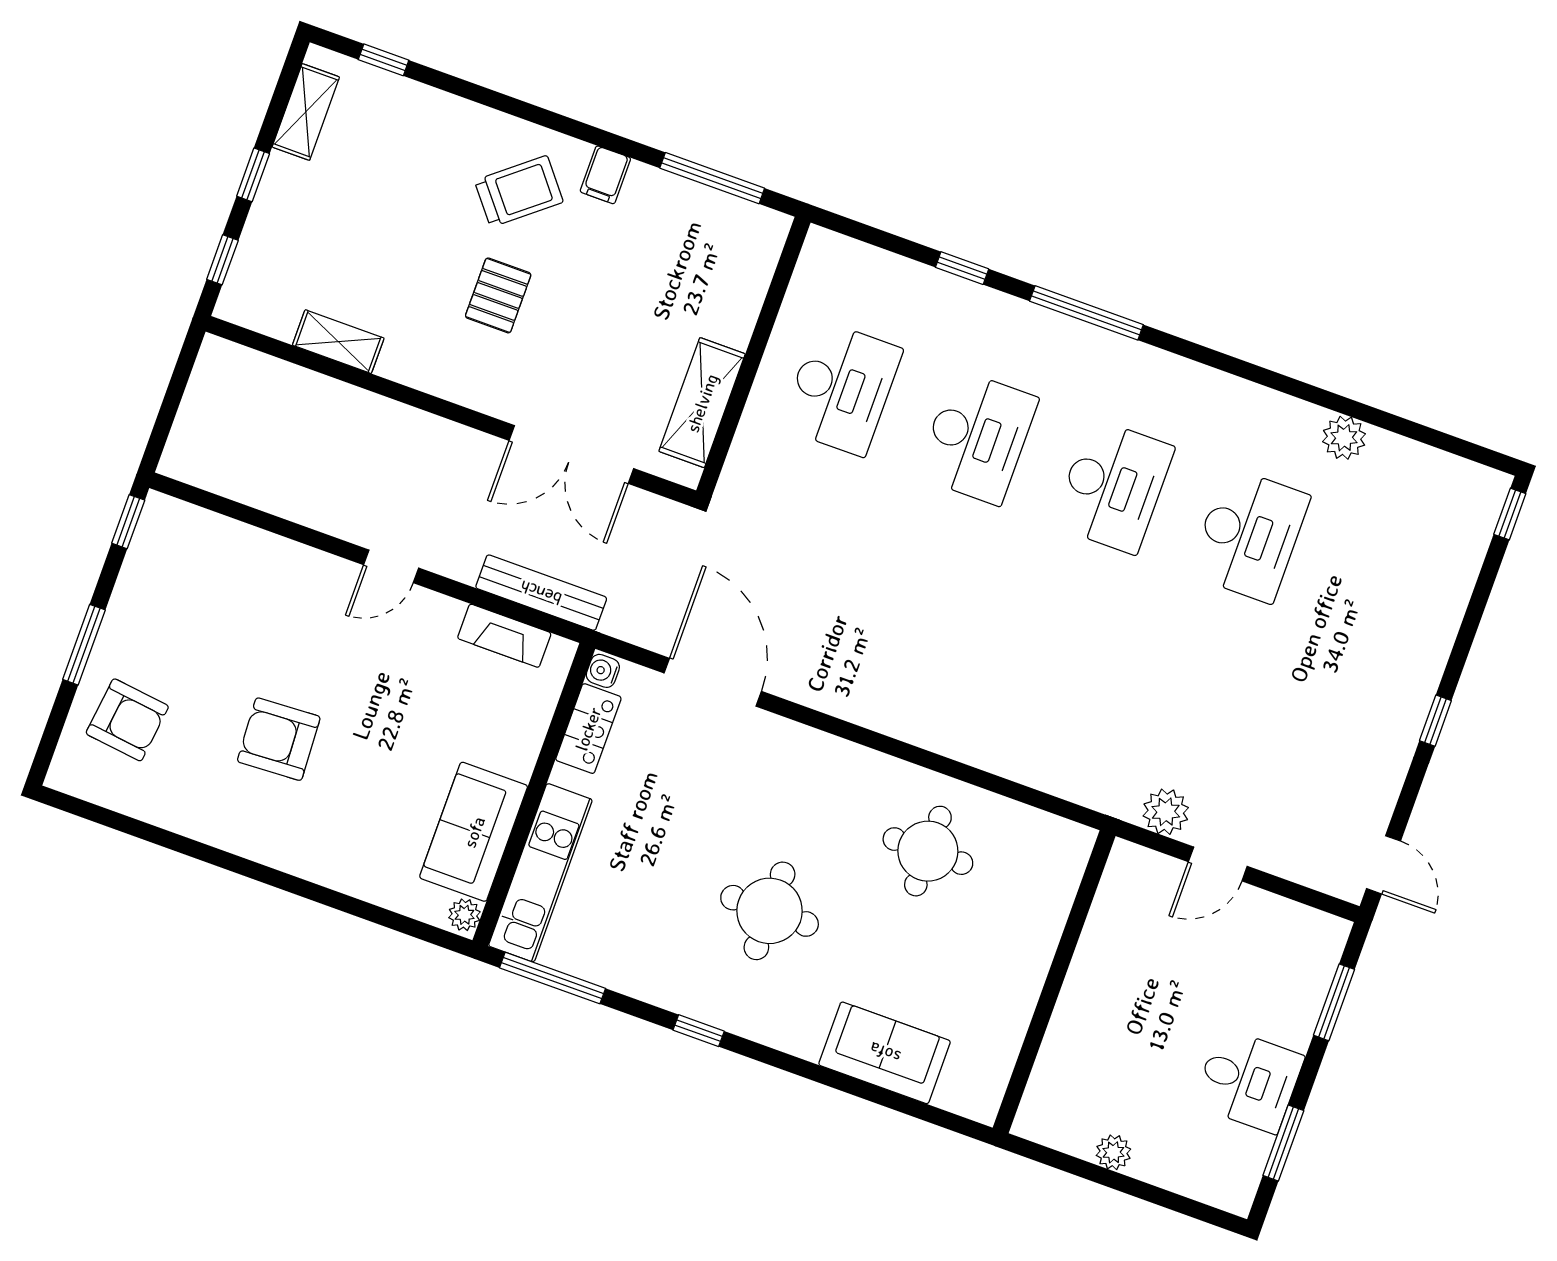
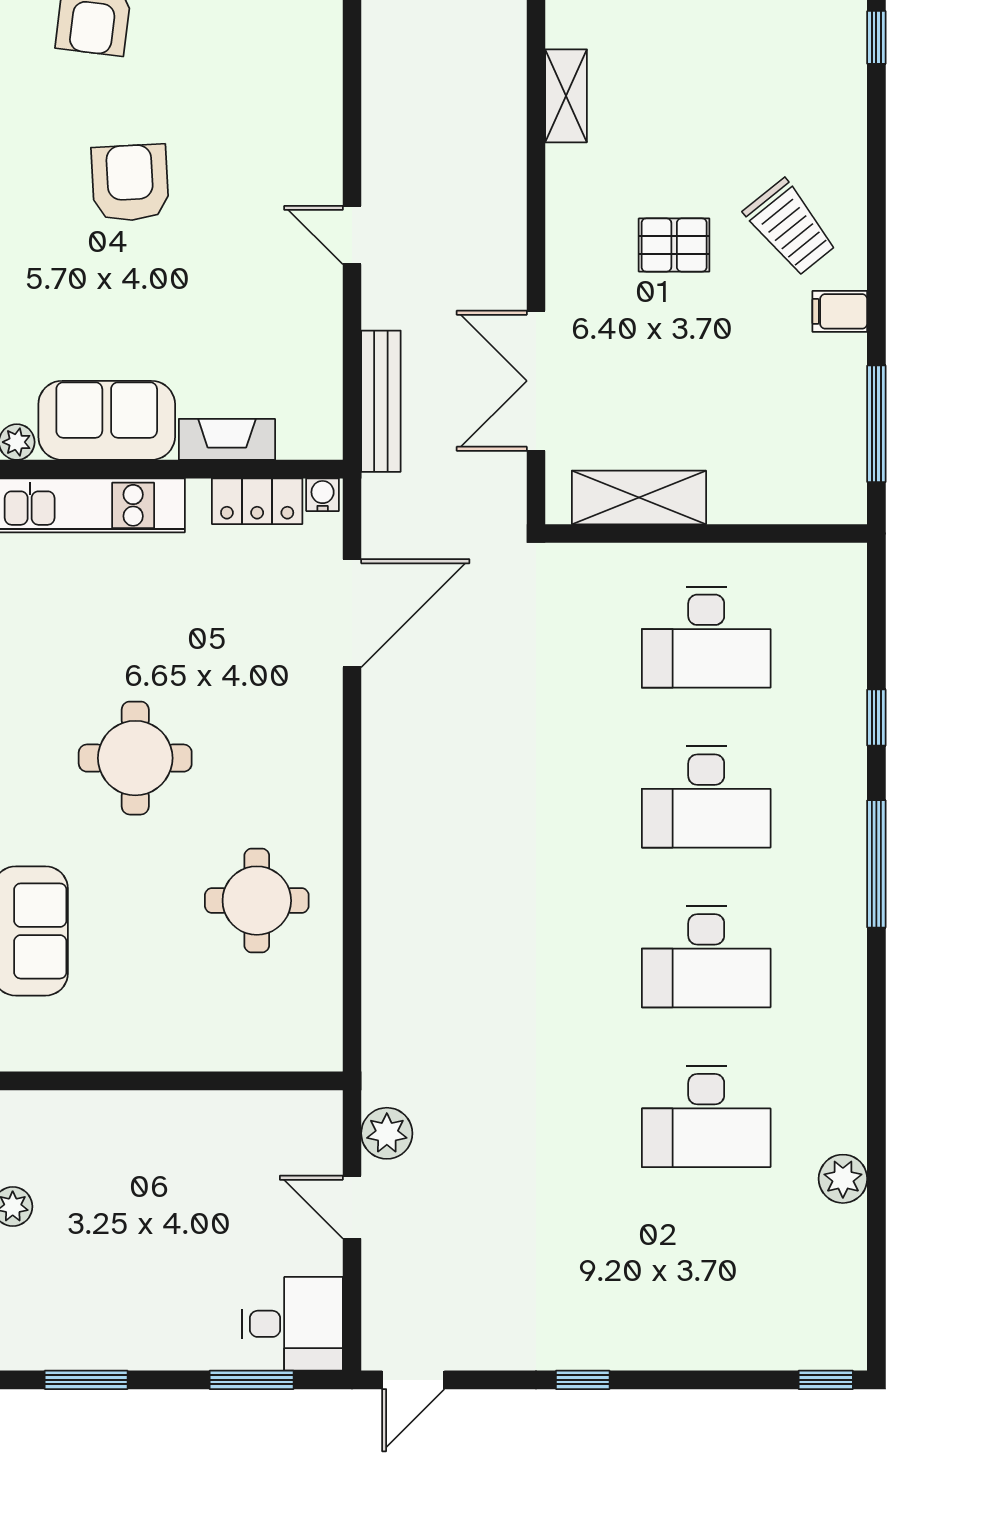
fireplace: (504, 636) -> (227, 439), moved, turned 90
desk: (1249, 1080) -> (292, 1324), moved, turned -90

